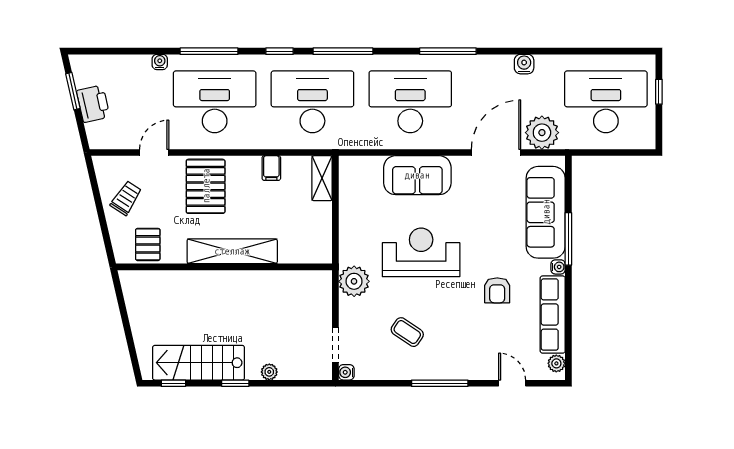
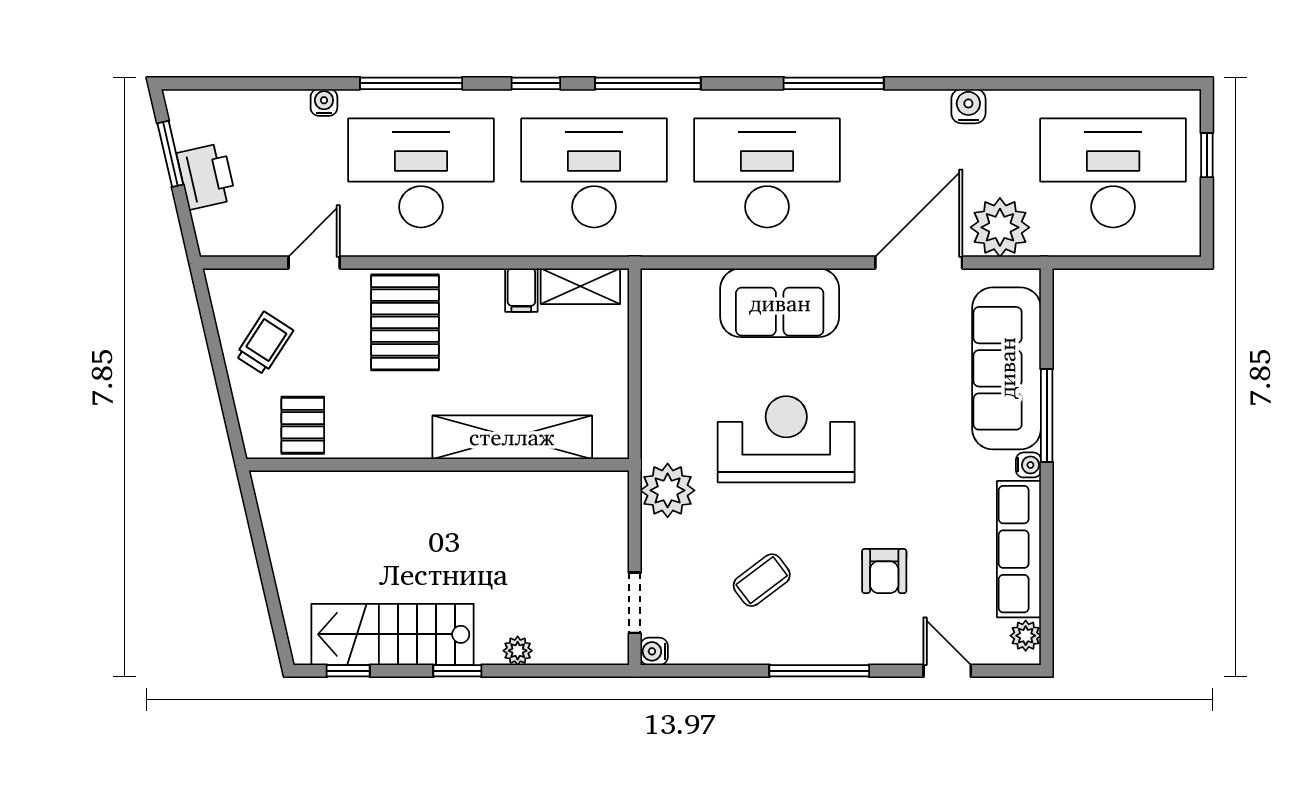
shelving: (322, 178) -> (580, 286), moved, turned 90
shelving: (232, 251) -> (512, 437), moved
armchair: (497, 290) -> (884, 571), moved
coffee table: (407, 332) -> (762, 580), turned -71

